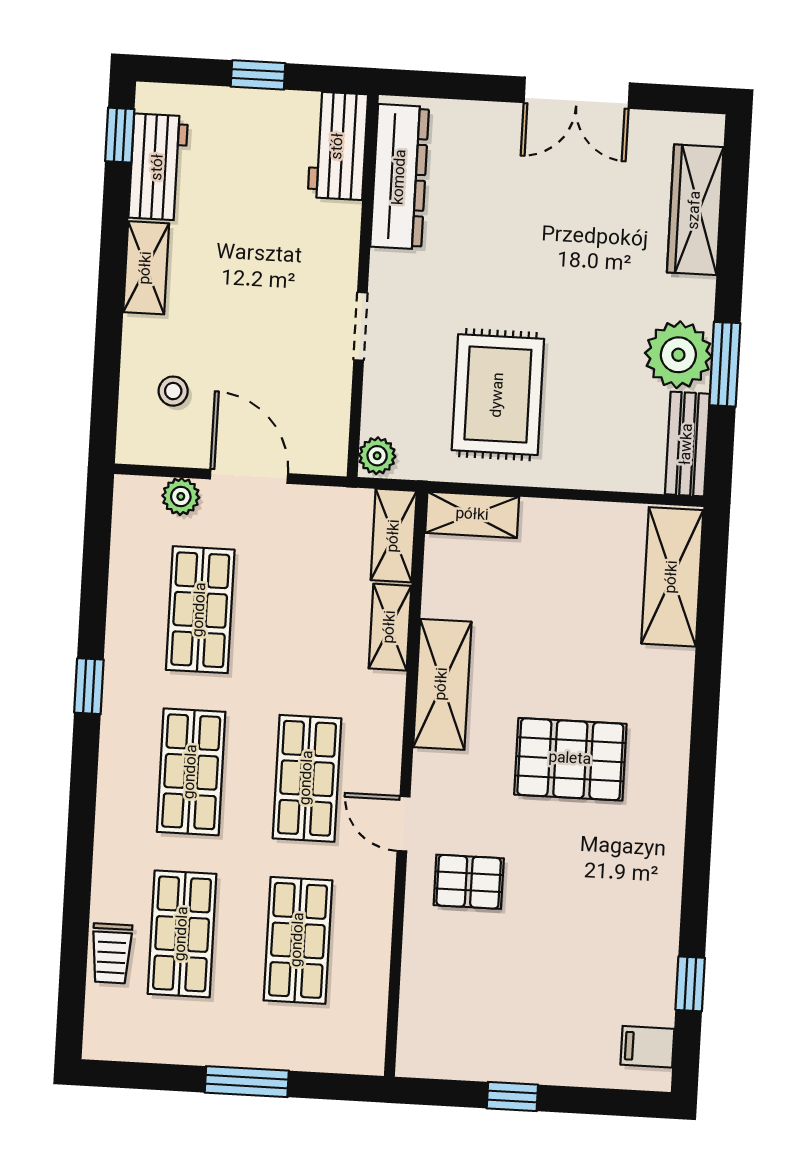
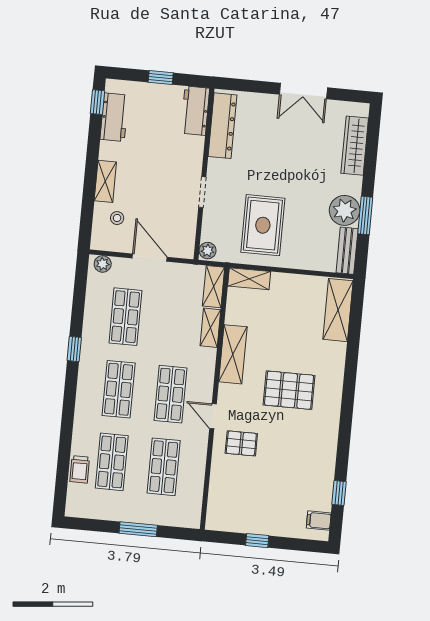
shelving: (146, 268) -> (105, 181), moved
plant: (181, 496) -> (103, 264), moved

